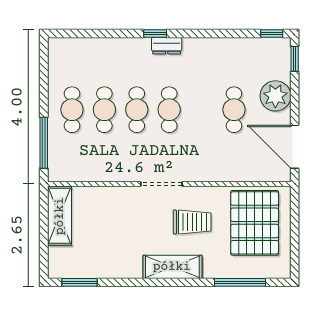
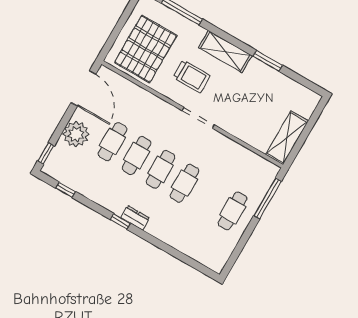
window: (155, 33) -> (120, 221), moved
window: (272, 33) -> (66, 190), moved
cafe table: (104, 110) -> (137, 155), moved
trolley: (192, 222) -> (192, 76), turned 180
window: (79, 282) -> (268, 61), moved

